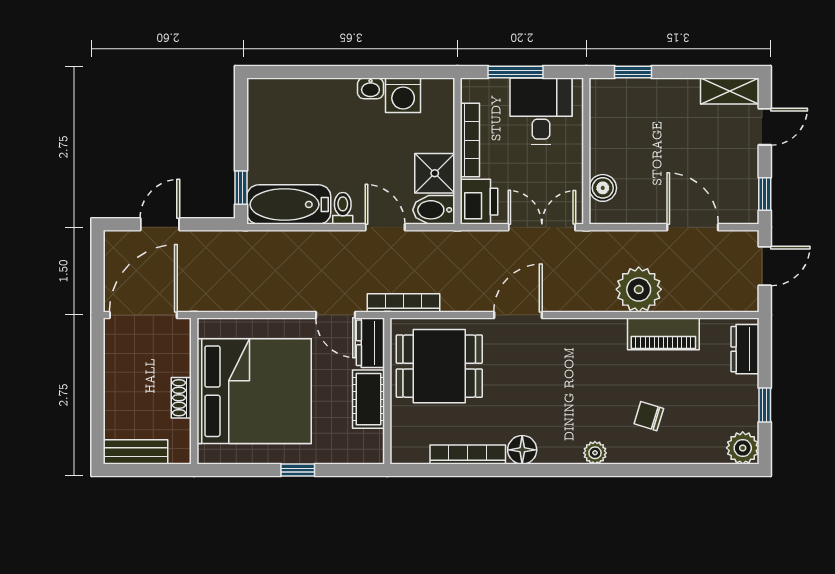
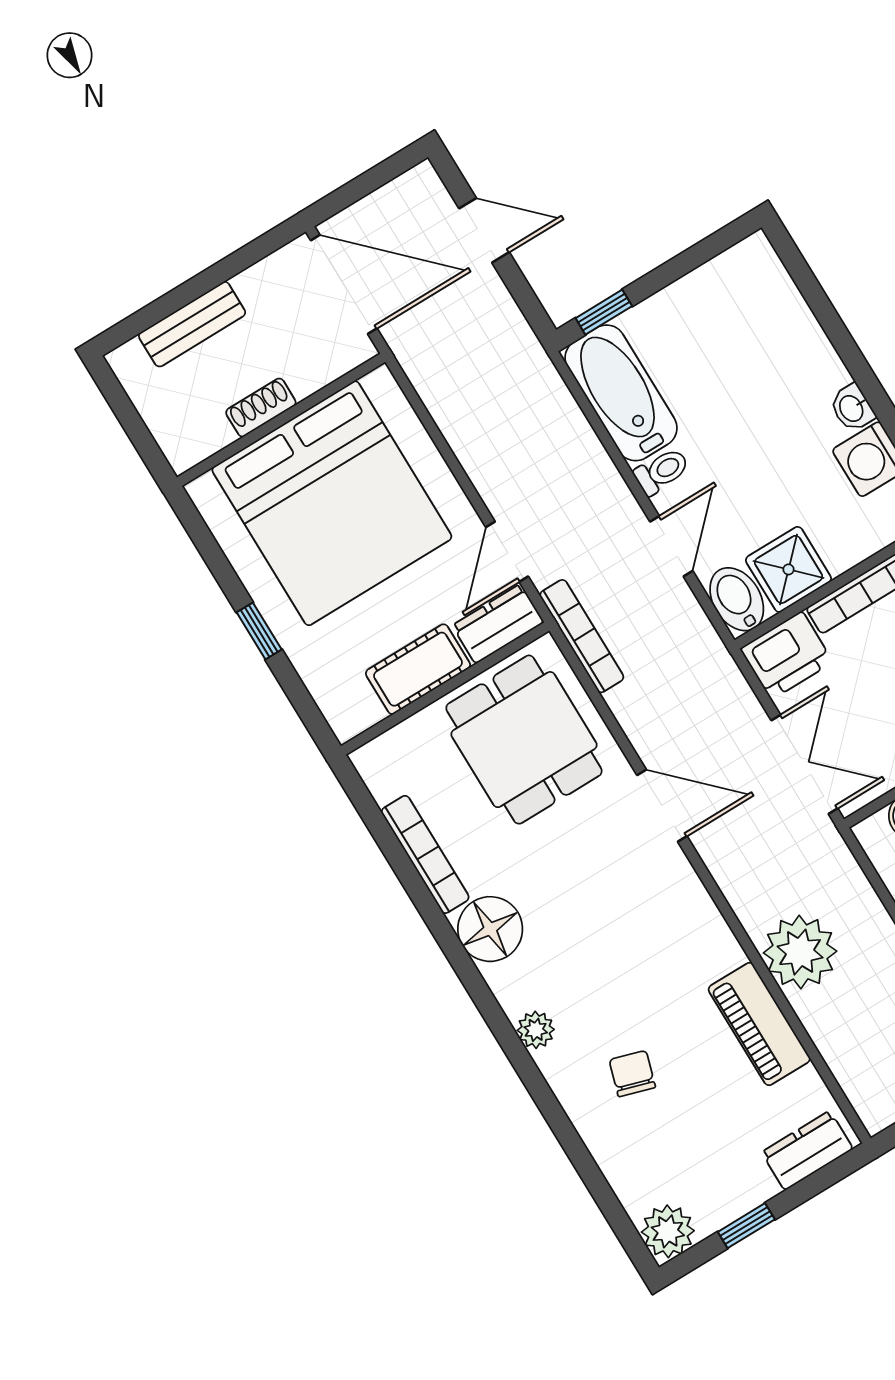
floor lamp: (522, 450) -> (490, 929), width x1.38, depth x1.38
bench: (135, 452) -> (192, 324), moved, turned 90

